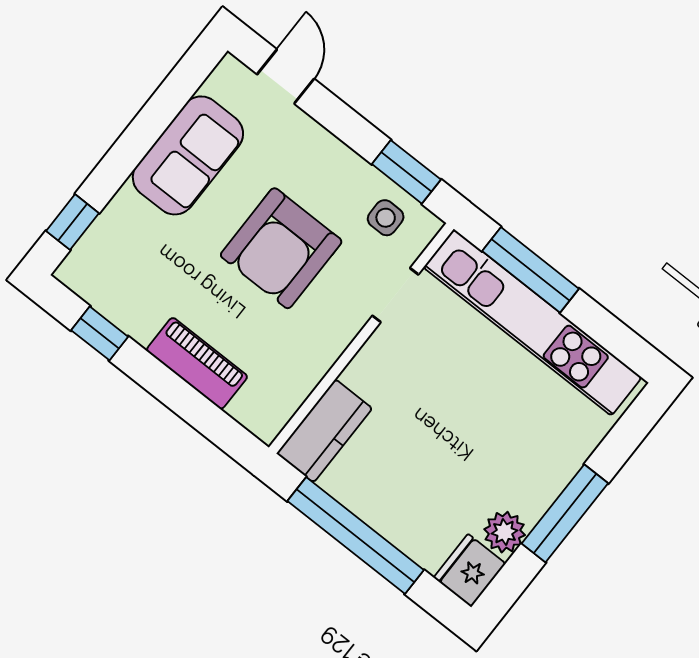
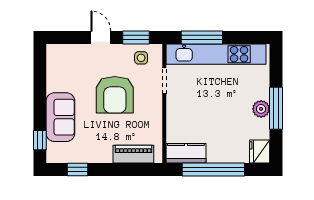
door: (286, 77) -> (101, 38), moved
sofa: (188, 155) -> (60, 117), moved
piano: (197, 363) -> (133, 154), moved
kitchen counter: (324, 431) -> (186, 153), moved, turned -90
plant: (505, 532) -> (261, 109), moved

